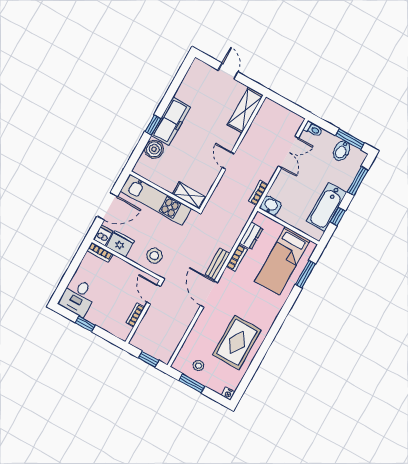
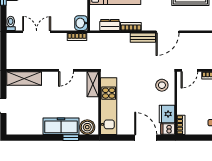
wall: (165, 192) -> (100, 103), moved
shelving: (189, 196) -> (93, 84), moved
kitchen unit: (156, 200) -> (109, 106), moved

